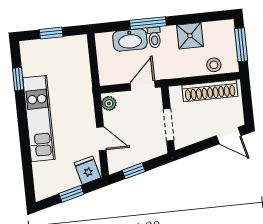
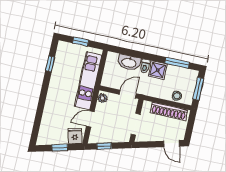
window: (148, 23) -> (177, 63), moved
shower: (190, 36) -> (158, 70), moved
kitchen unit: (39, 119) -> (88, 81), moved, turned 180
door: (101, 139) -> (90, 119), swing flipped

